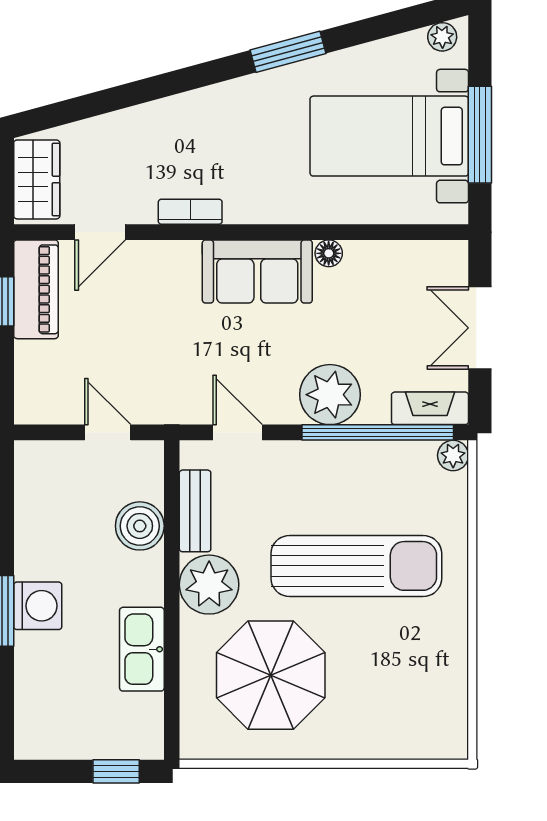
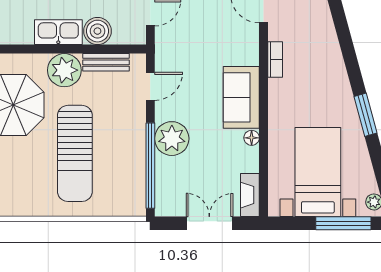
window: (480, 135) -> (343, 223), moved
fireplace: (430, 408) -> (250, 195), moved, turned 180
plant: (453, 455) -> (137, 208), removed
kitchen sink: (142, 649) -> (58, 32), moved

